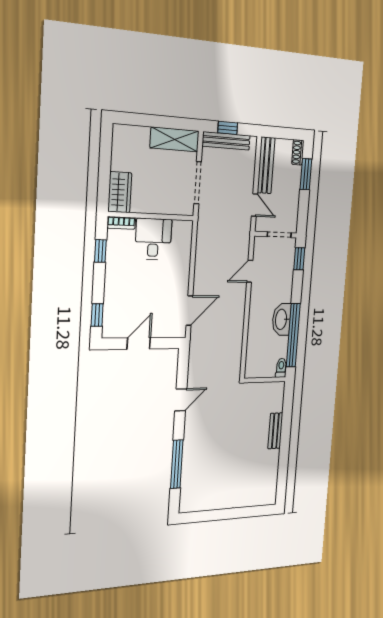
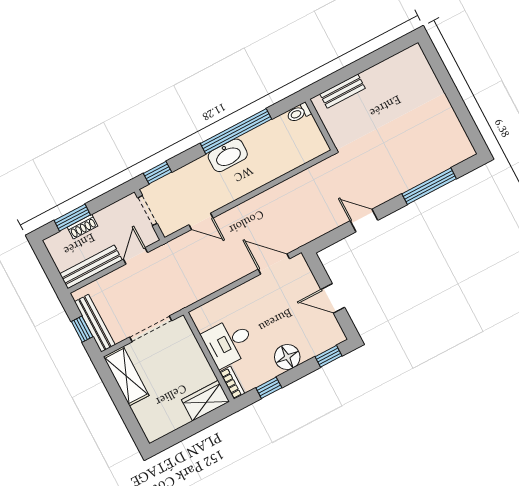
shoe rack: (298, 152) -> (82, 227), moved
floor lamp: (115, 280) -> (287, 357), added
toilet: (281, 368) -> (299, 113), moved
wall: (265, 380) -> (320, 125), moved

